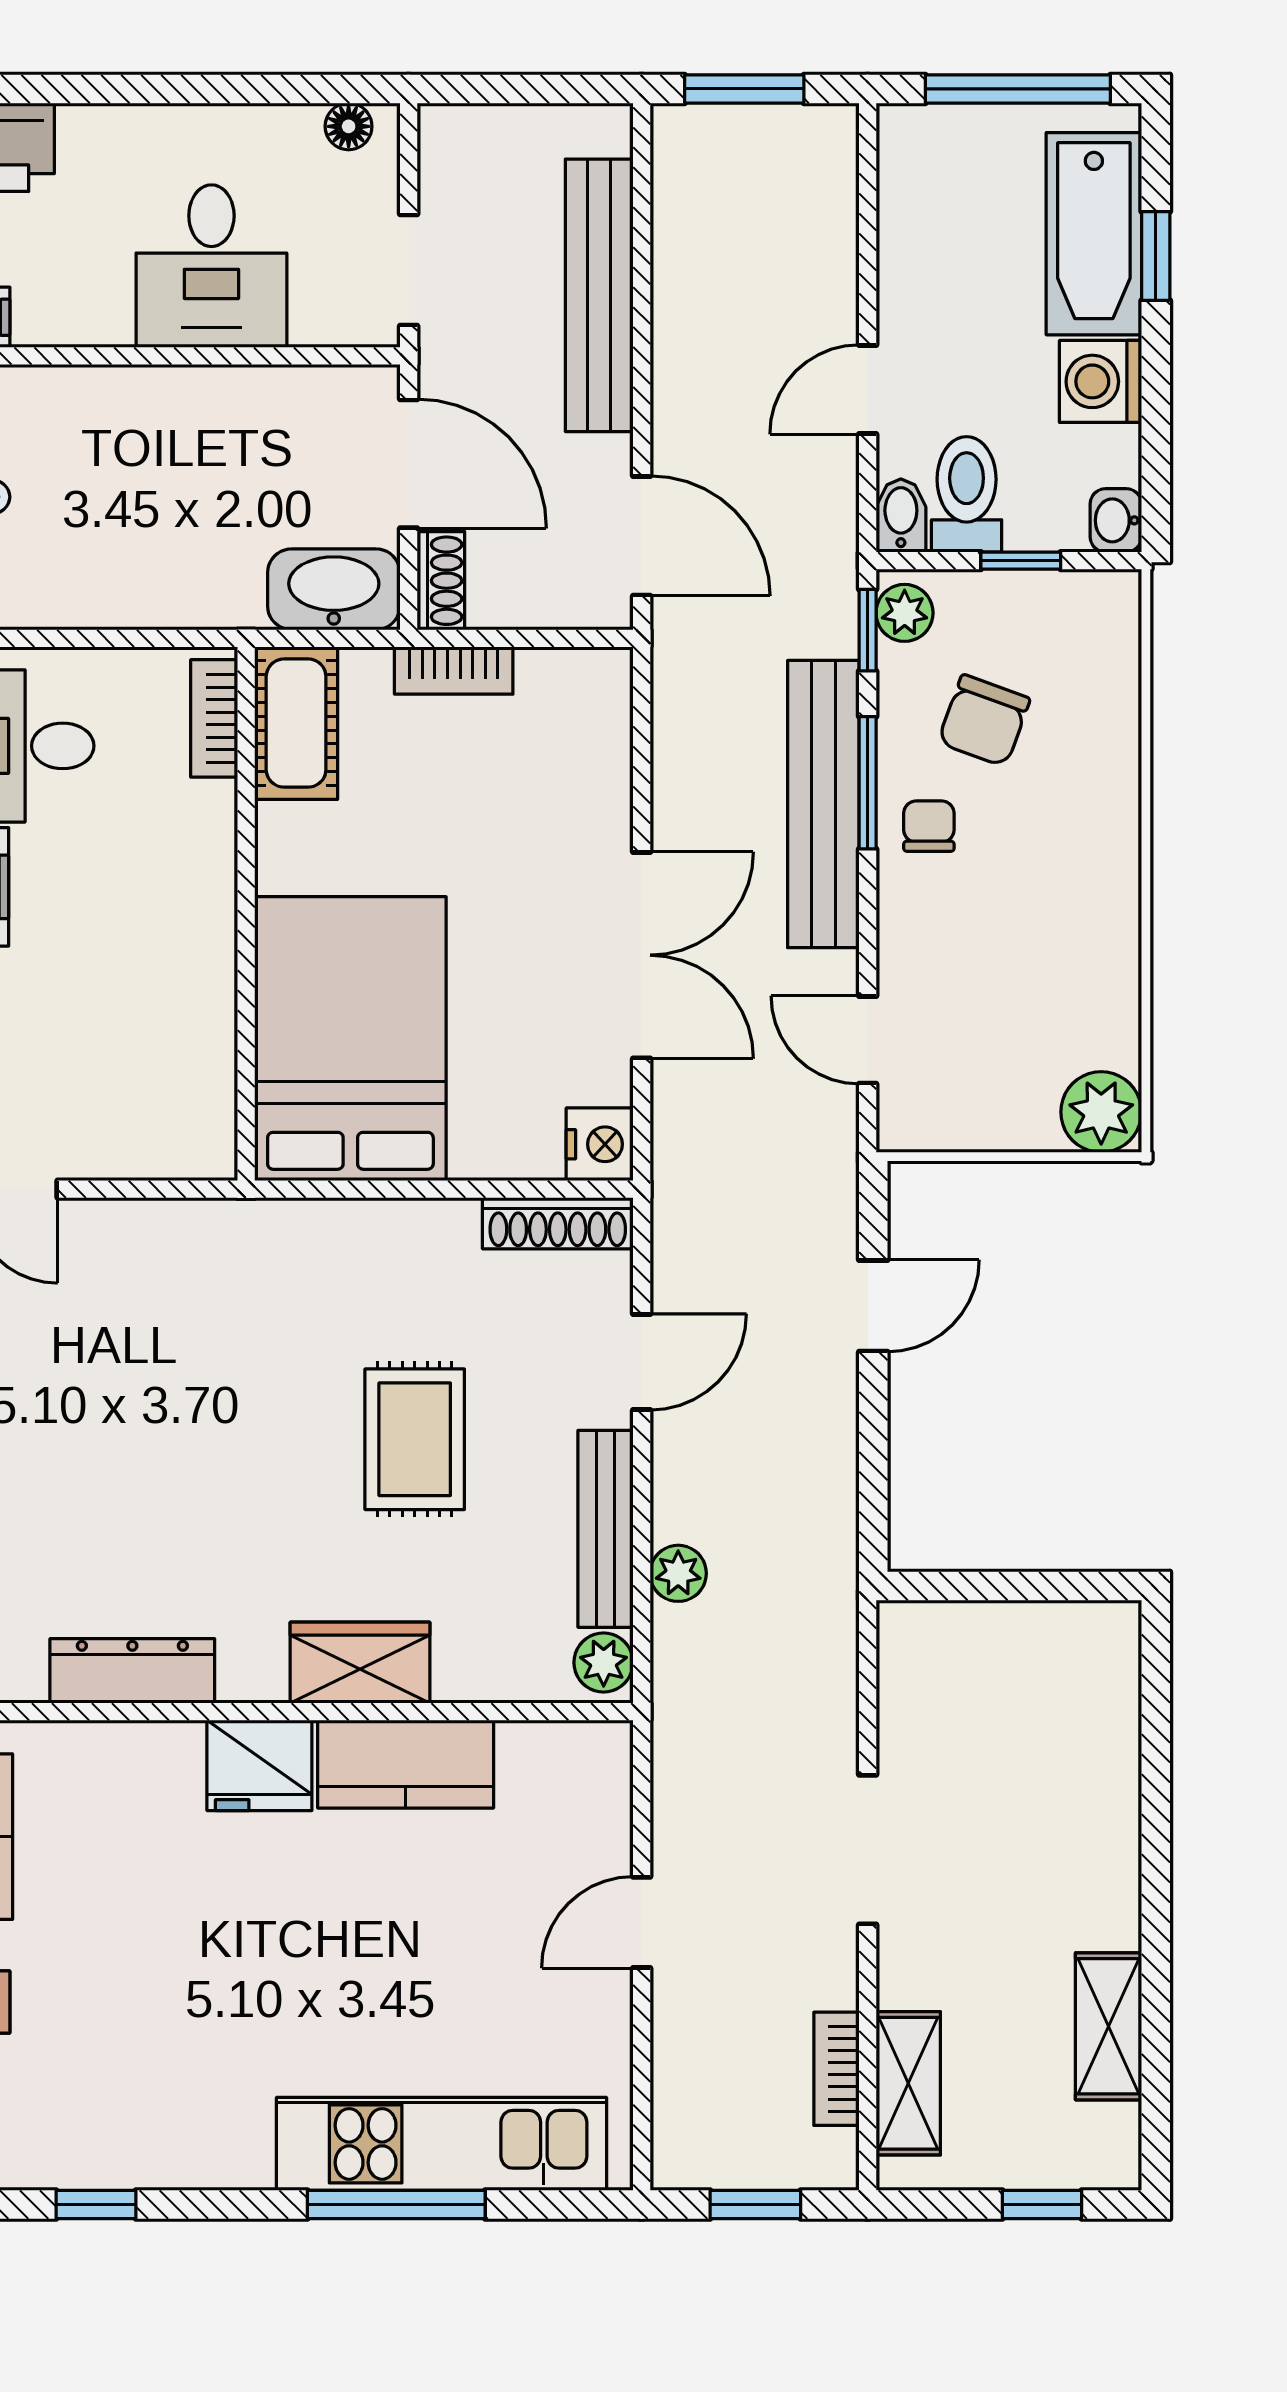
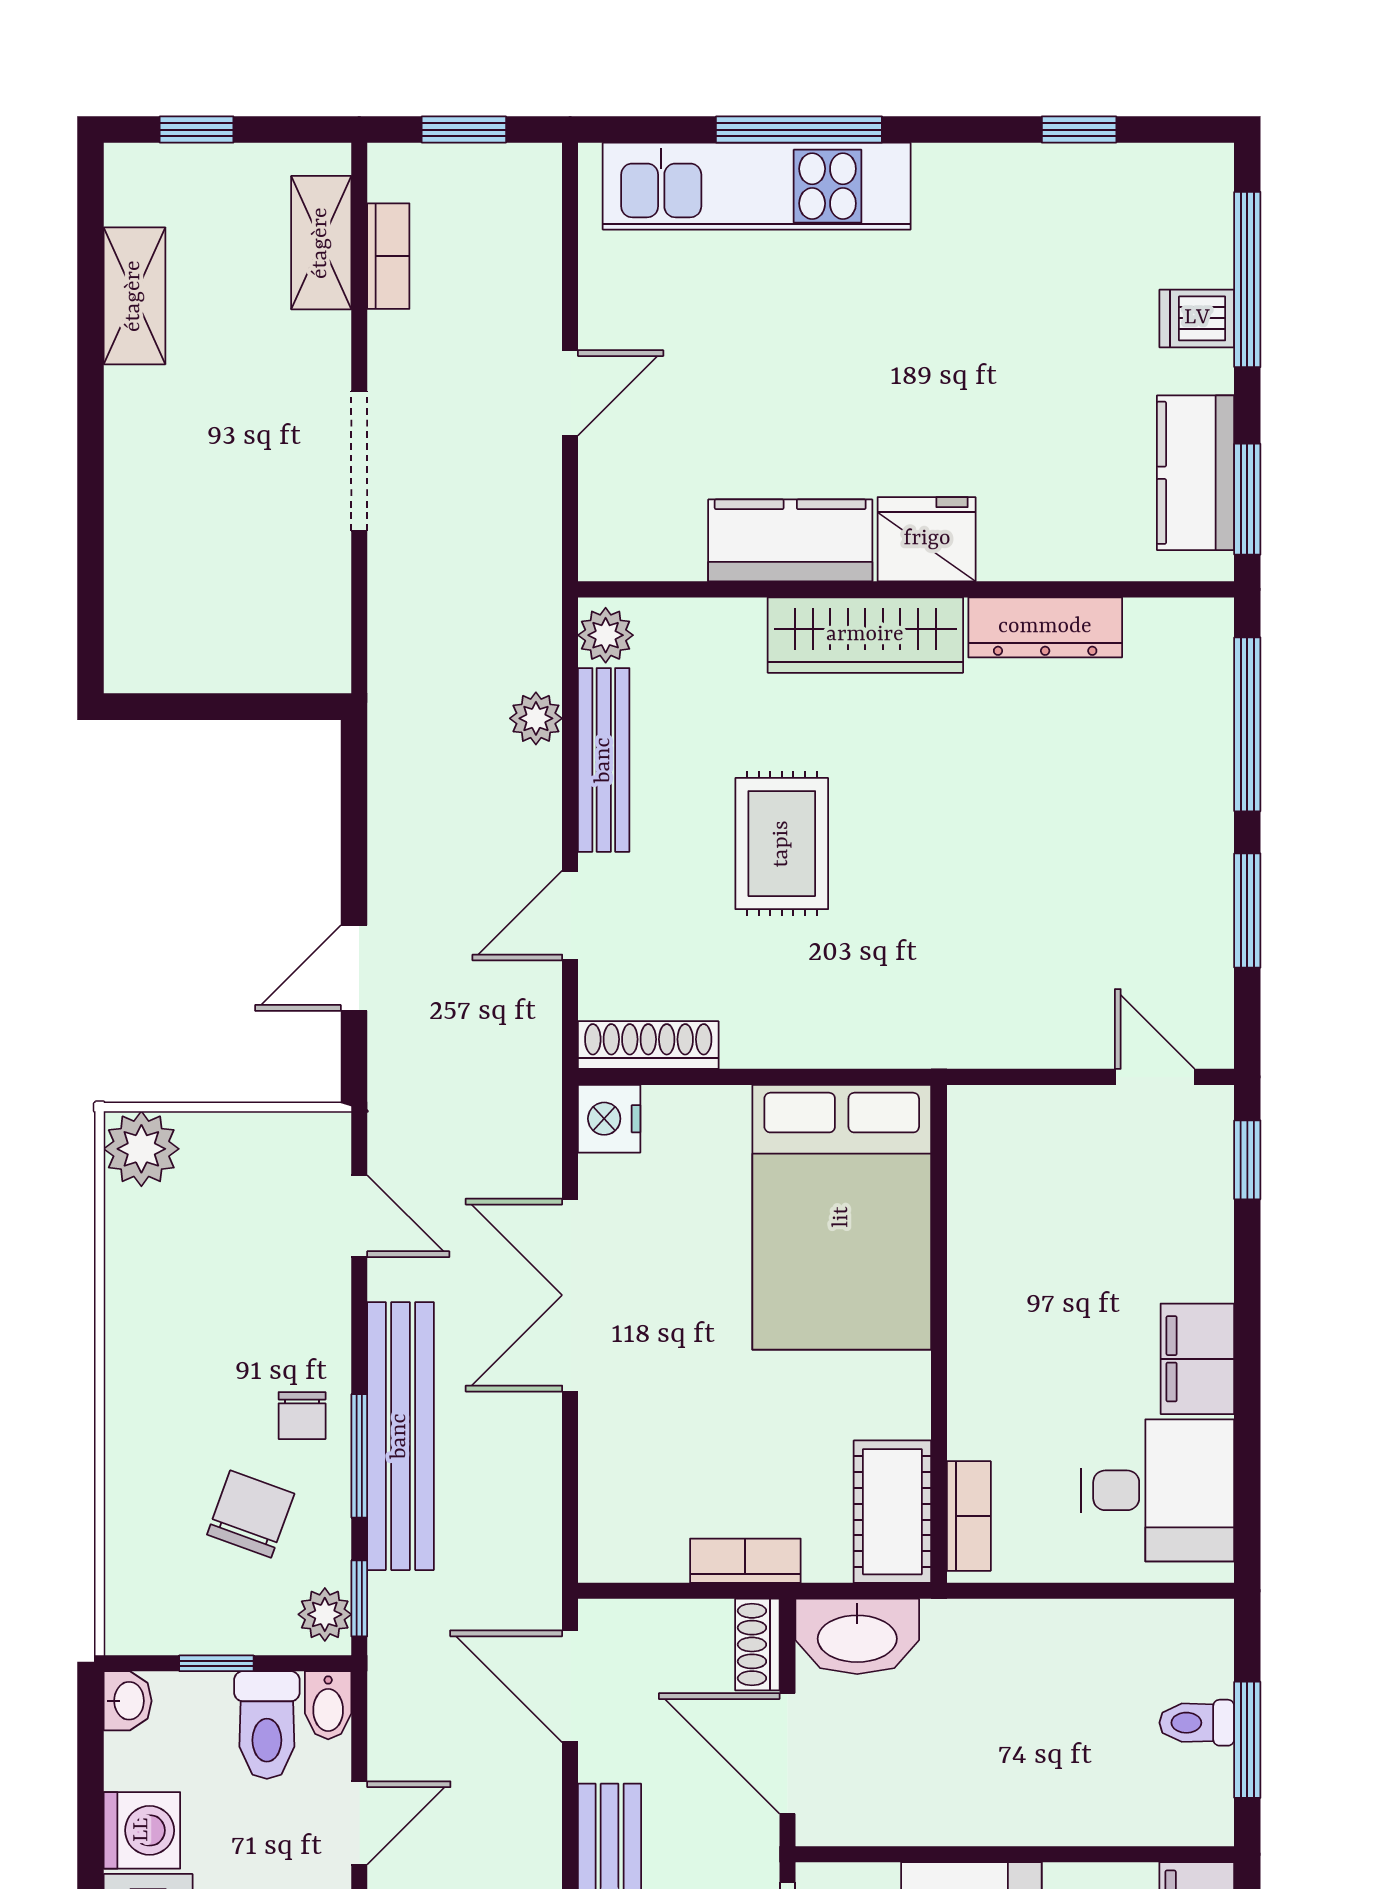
wardrobe: (360, 1663) -> (865, 635), width x1.50

